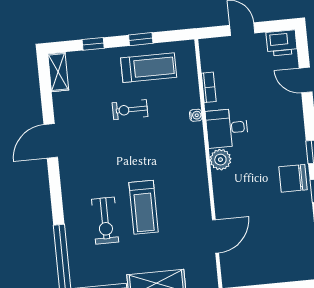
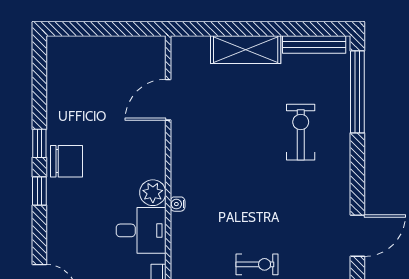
water cooler: (196, 115) -> (178, 204), moved
treadmill: (144, 207) -> (252, 144), removed

